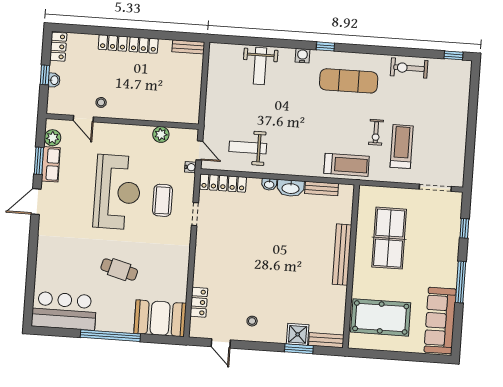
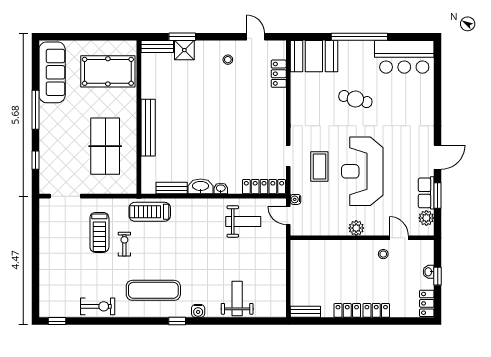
plant: (161, 134) -> (356, 228), moved

